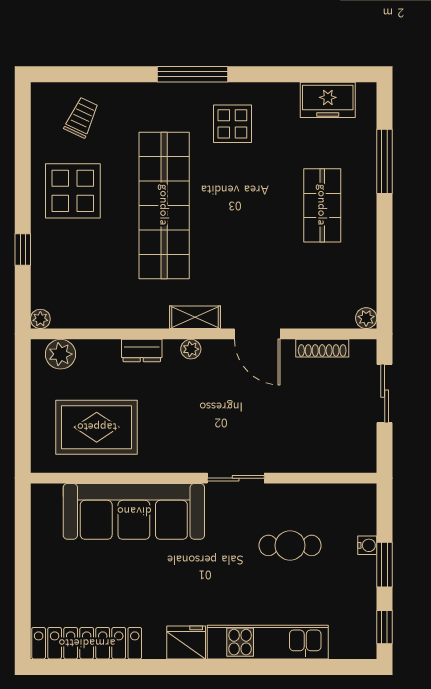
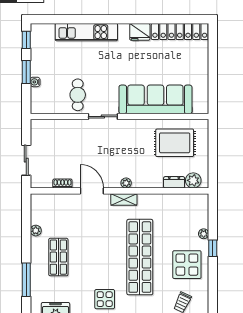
window: (23, 250) -> (213, 248), moved
plant: (366, 318) -> (36, 231), moved
plant: (40, 319) -> (204, 234), moved
shoe rack: (322, 348) -> (62, 184), width x0.70
dresser: (142, 350) -> (174, 182), moved
cafe table: (290, 545) -> (78, 95), moved, turned 90
fridge: (186, 642) -> (140, 32), moved

